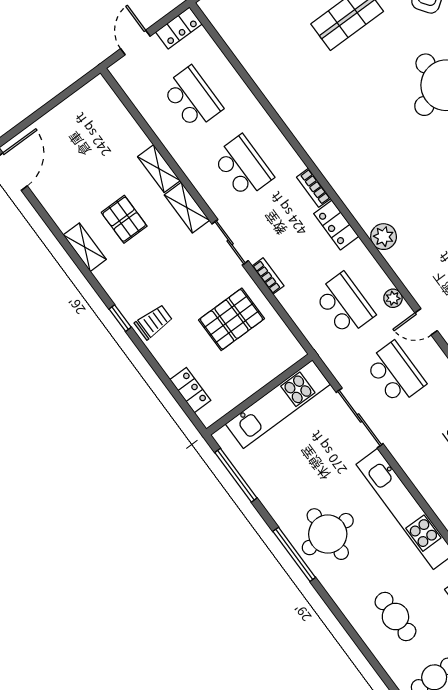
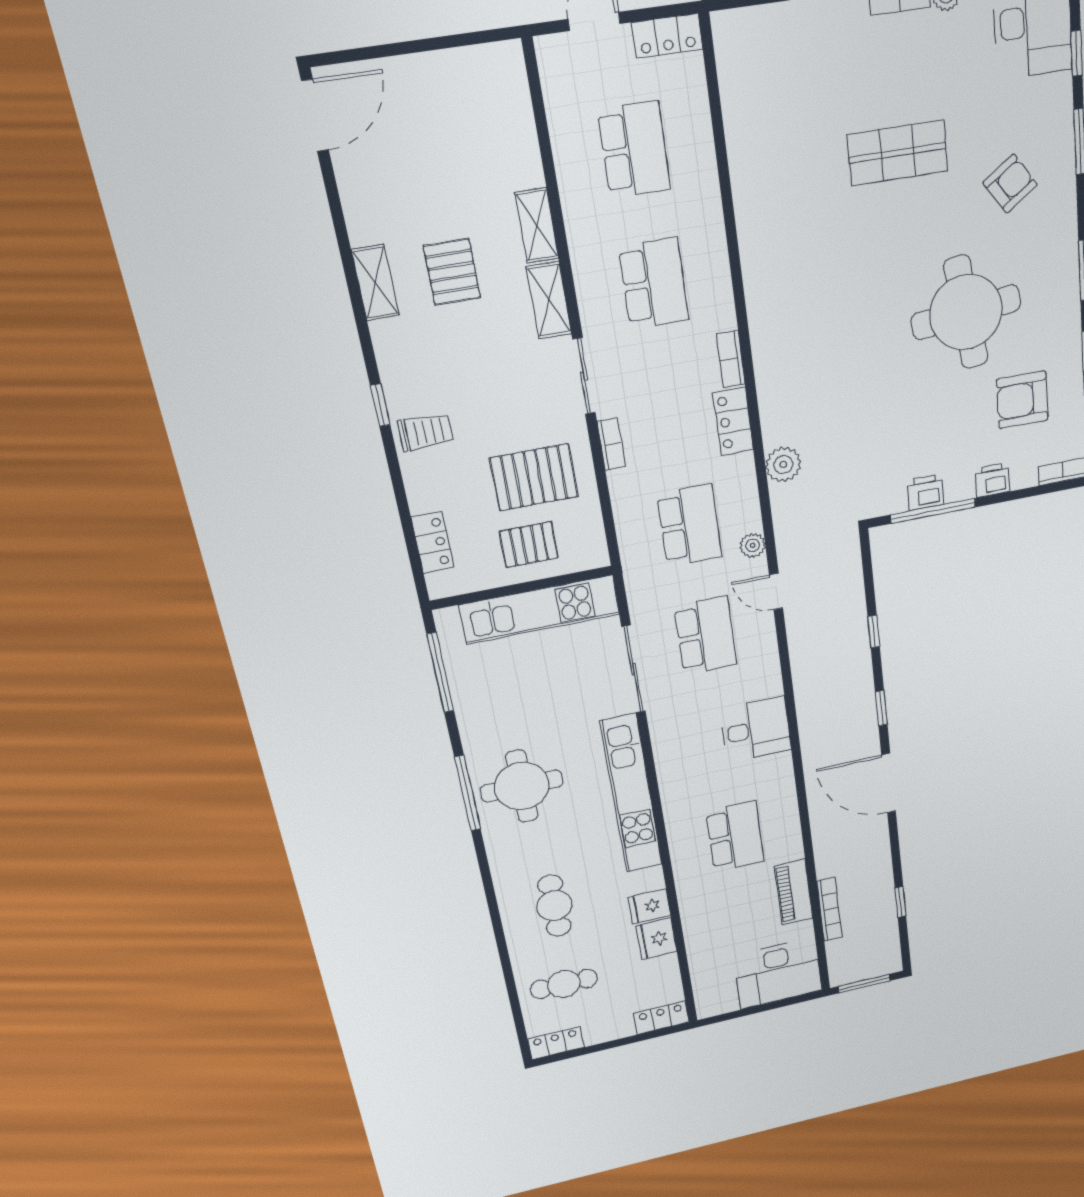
pallet: (250, 364) -> (529, 545), added

